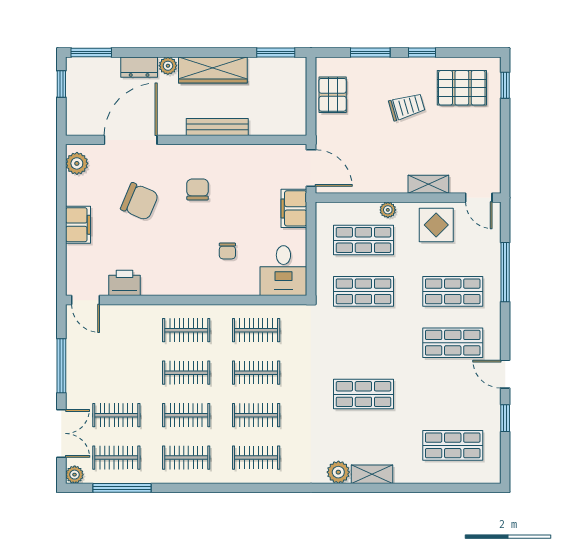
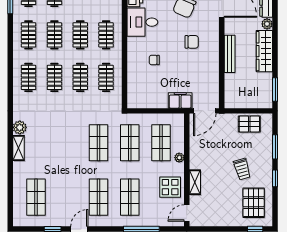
desk: (283, 271) -> (142, 22), moved
shop shelf: (363, 394) -> (98, 143), moved

